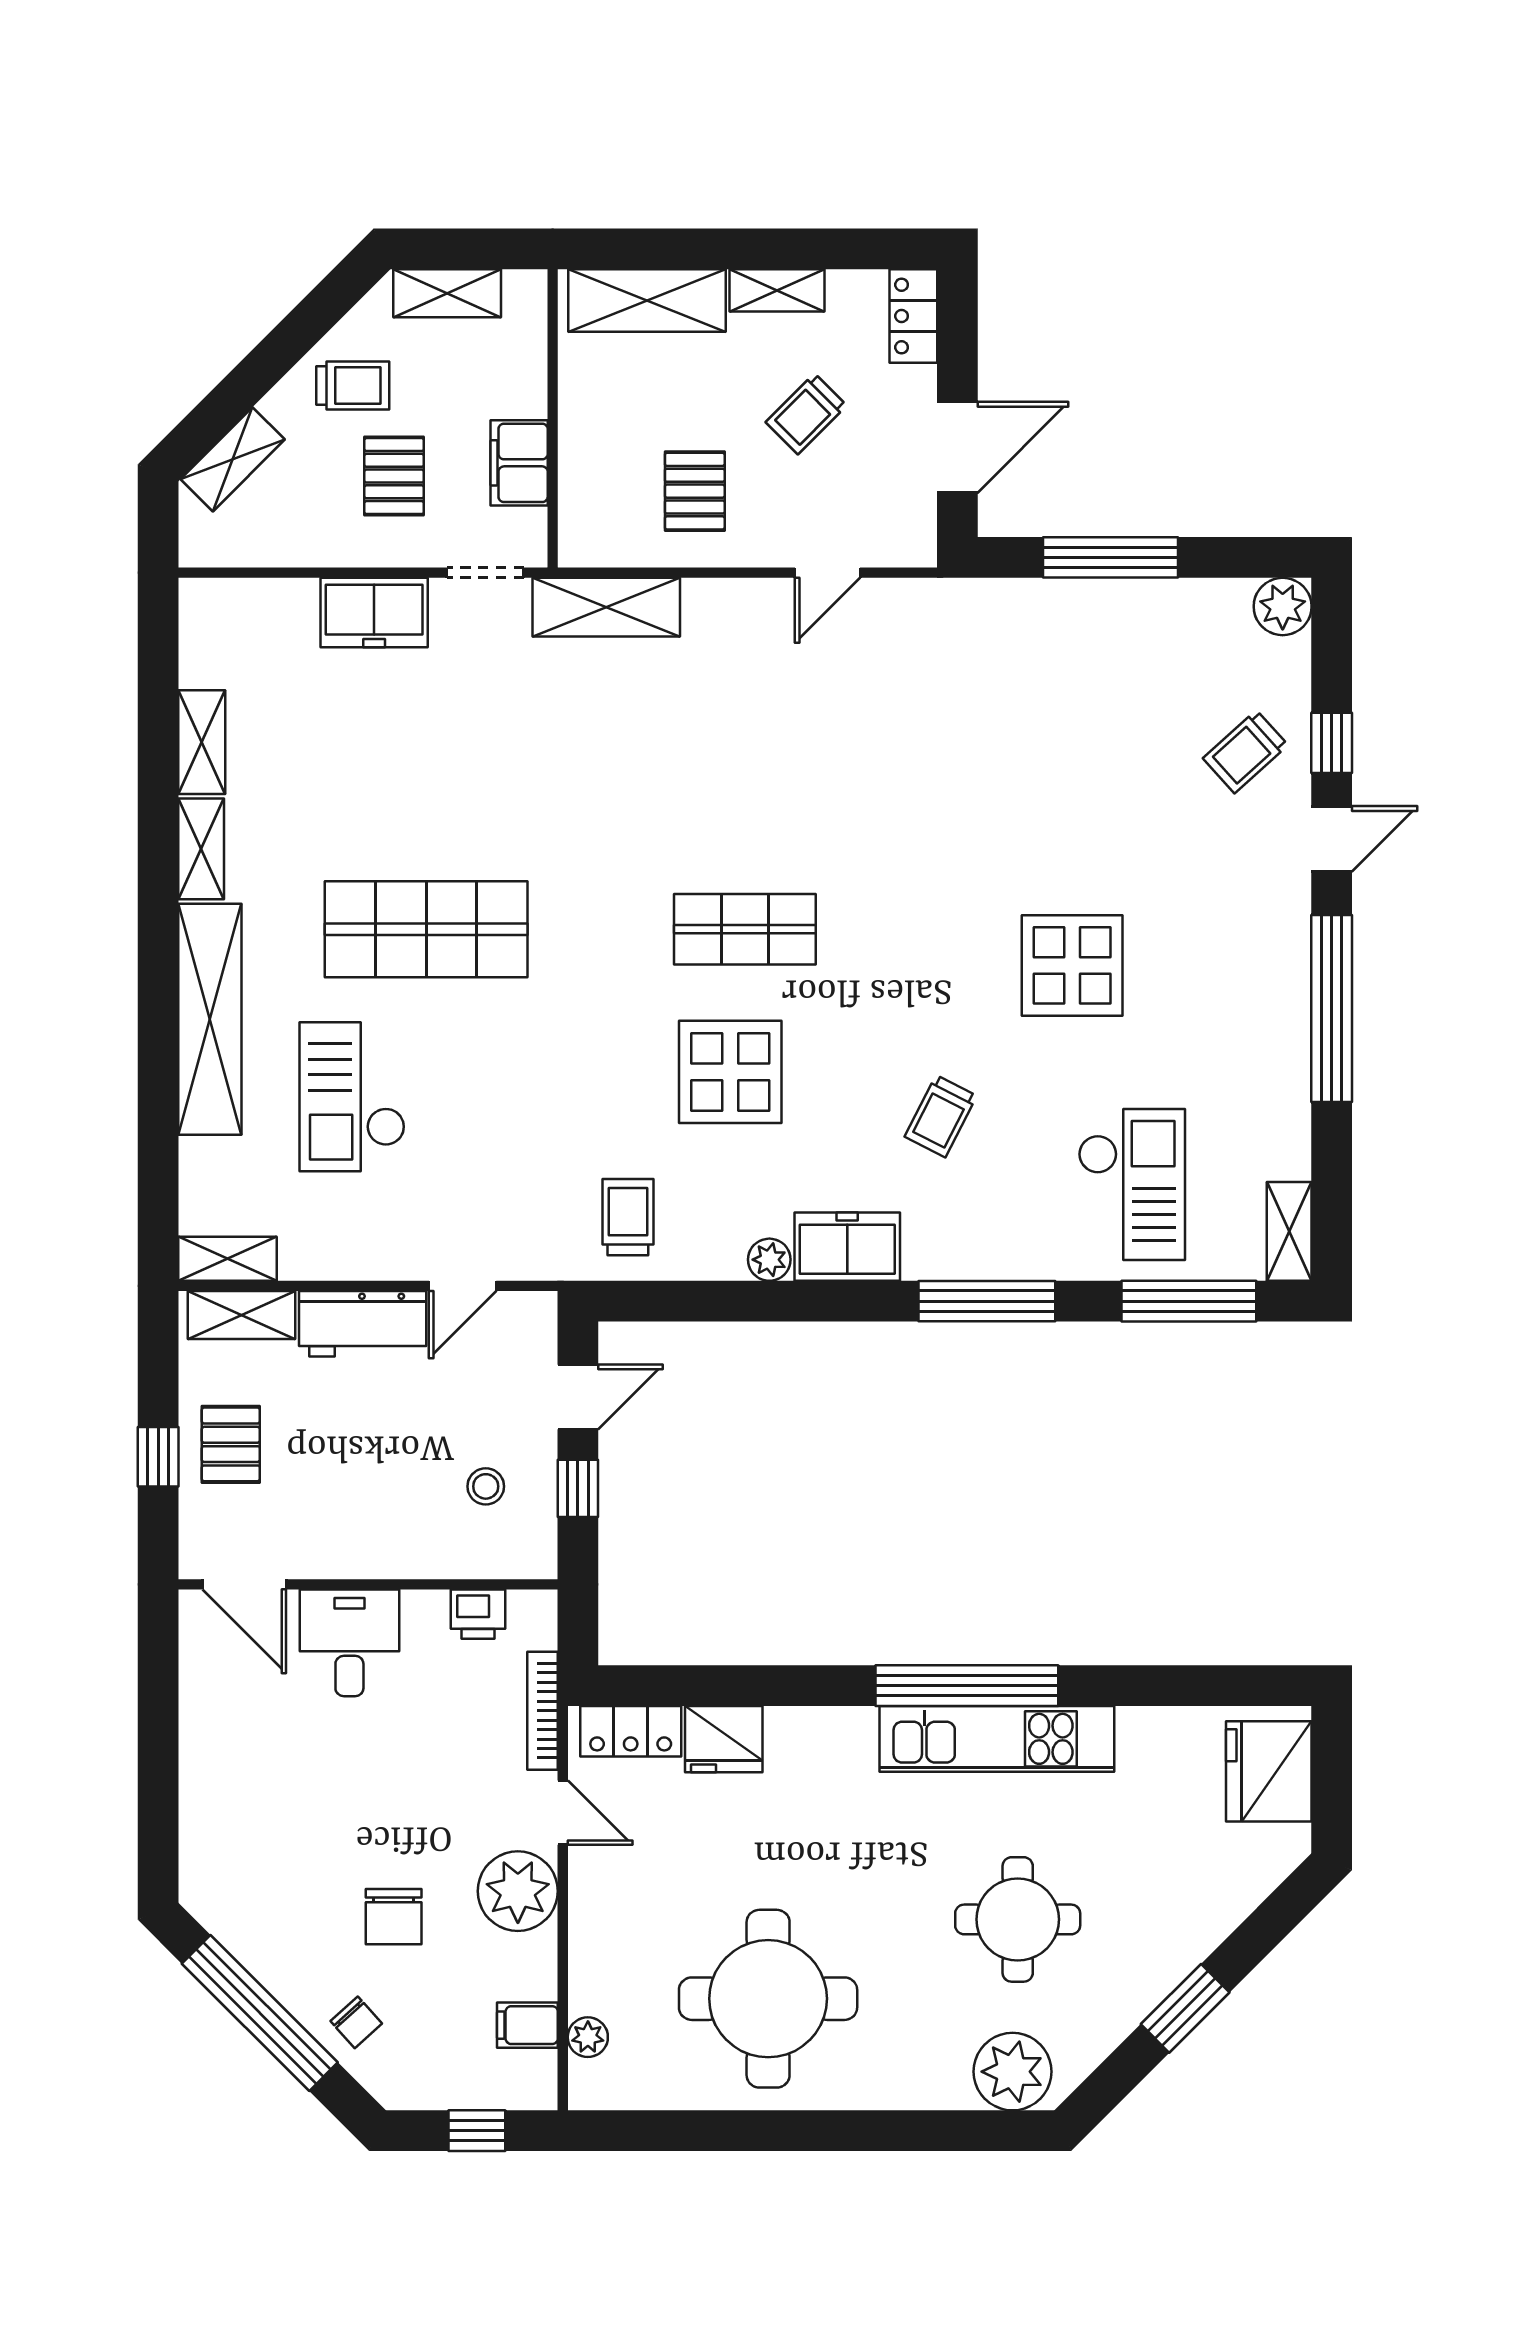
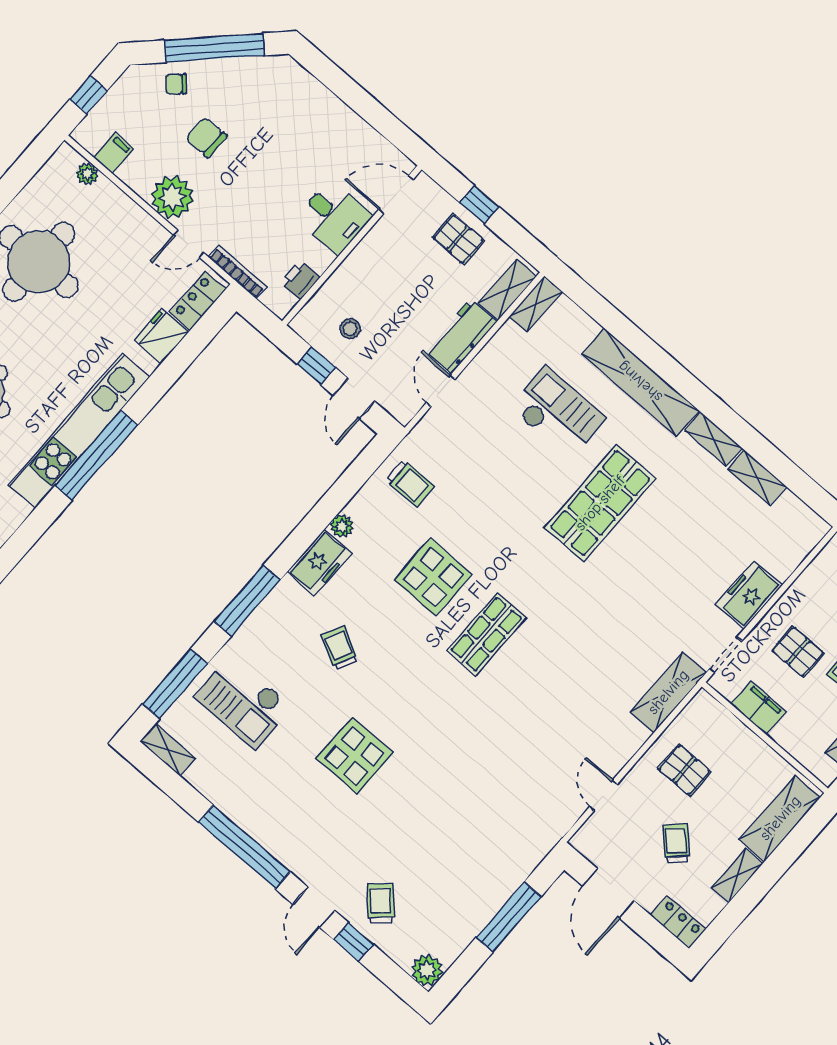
kitchen unit: (997, 1739) -> (79, 431), width x1.36

